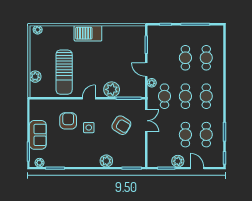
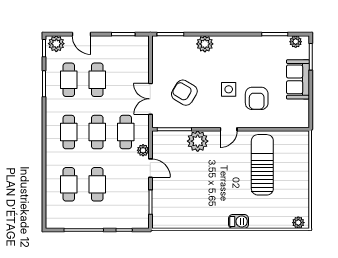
barbecue: (88, 33) -> (239, 221), width x0.53, depth x0.65
plant: (35, 77) -> (302, 159), removed
plant: (178, 161) -> (56, 44), moved

